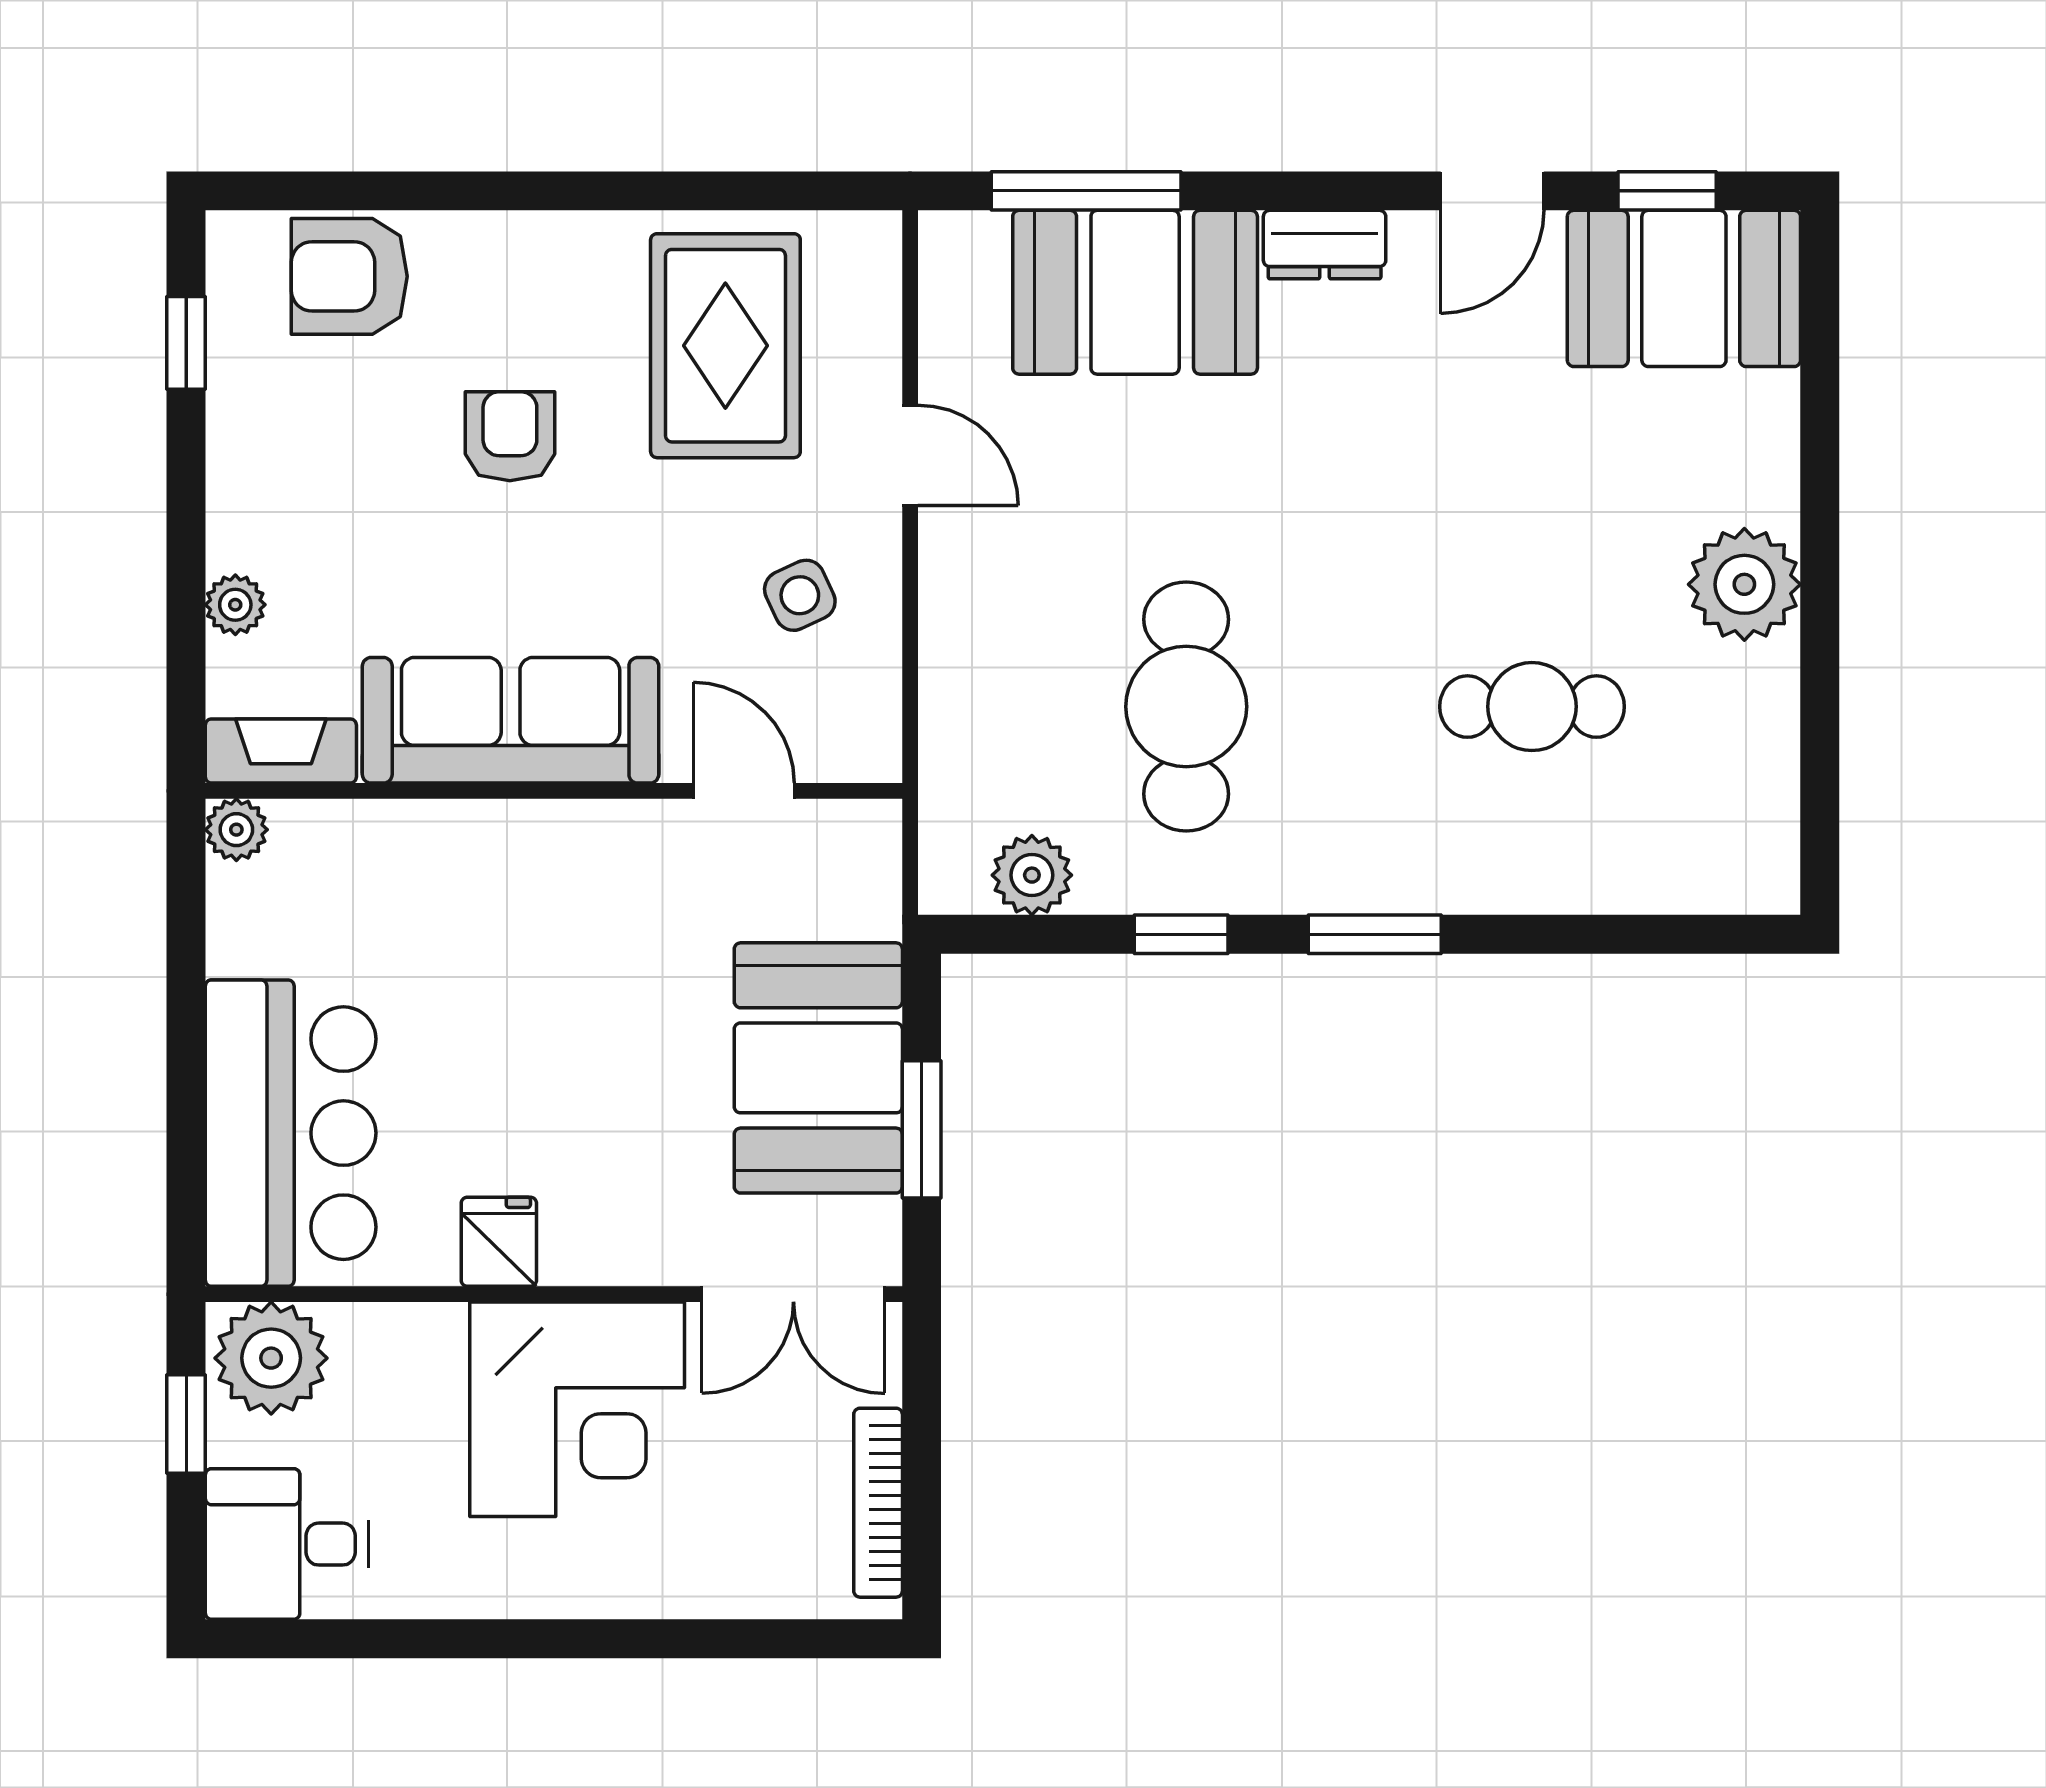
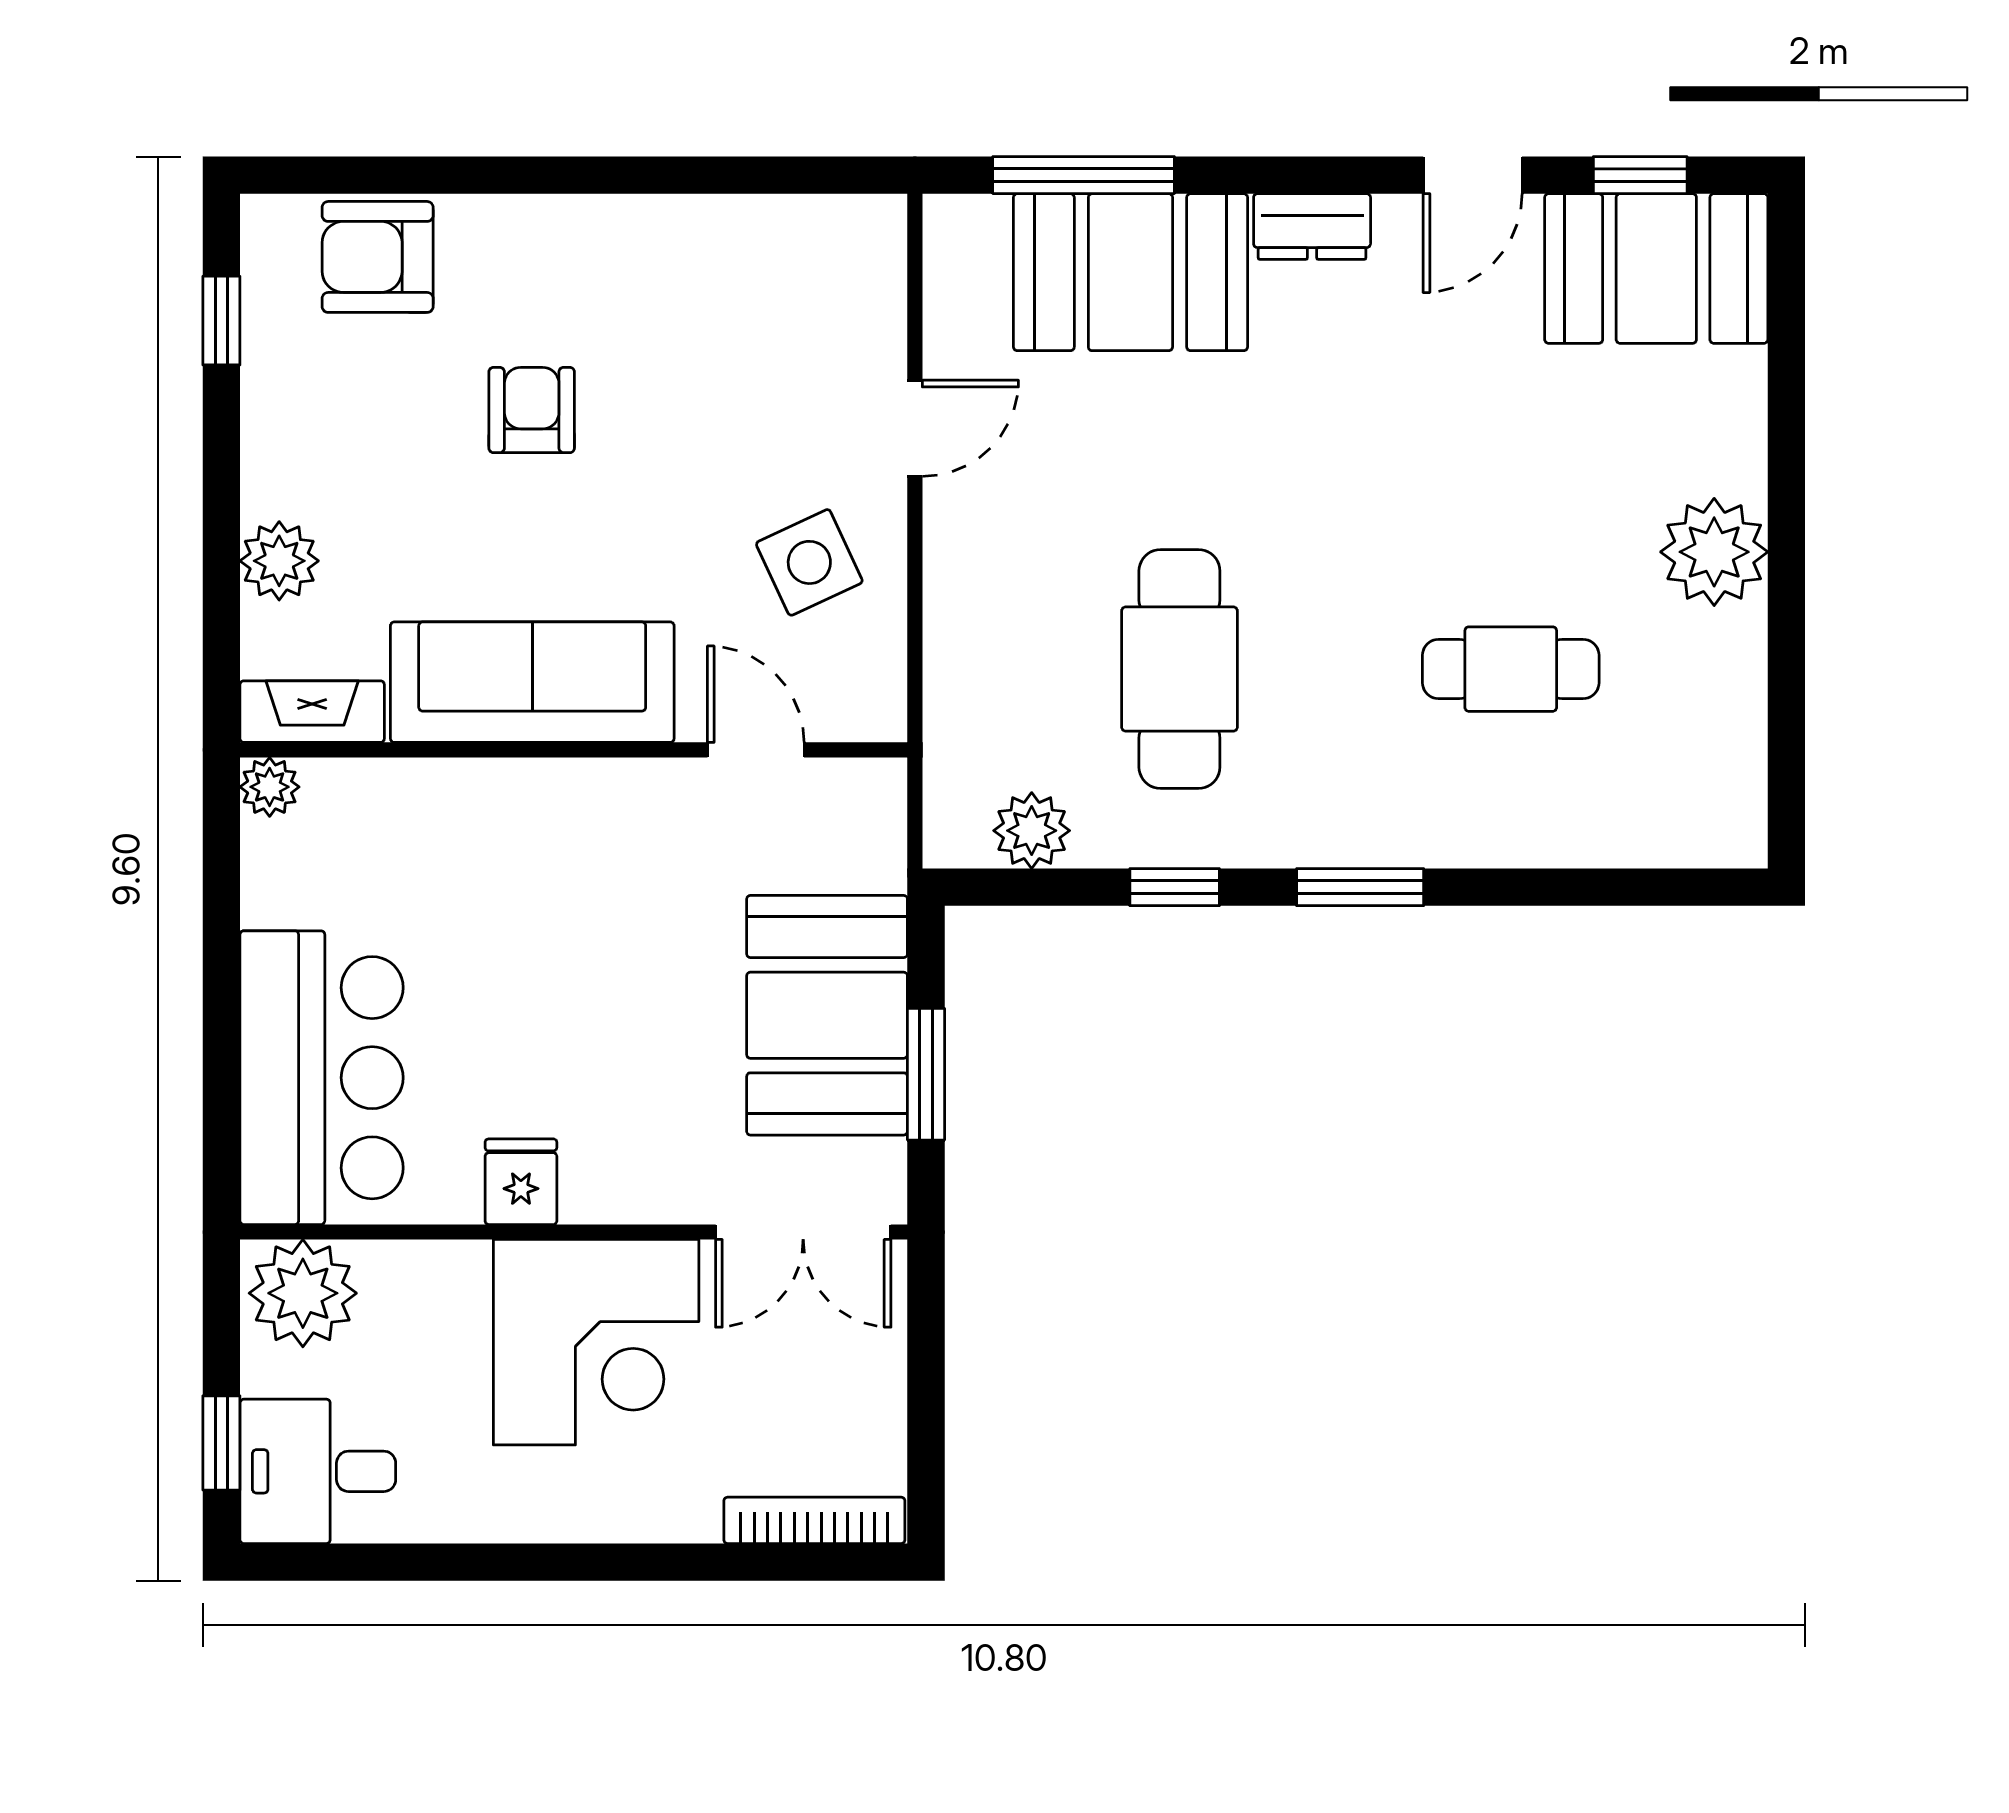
rug: (725, 346) -> (738, 323), removed
door: (910, 455) -> (915, 428), hinge flipped
side table: (800, 595) -> (809, 562), width x1.37, depth x1.37
plant: (235, 605) -> (279, 561), width x1.38, depth x1.38
window: (186, 1424) -> (221, 1443), moved
bookcase: (878, 1503) -> (814, 1520), moved, turned 90

